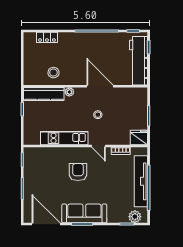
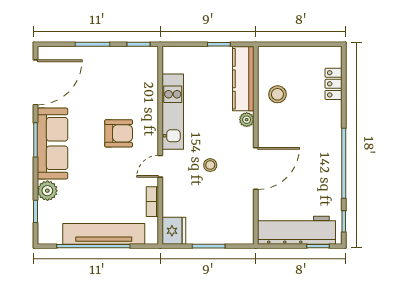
plant: (135, 217) -> (47, 191), moved

